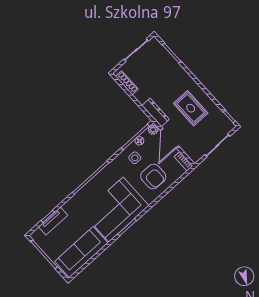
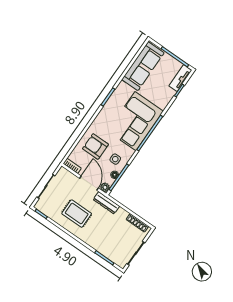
corner sofa: (116, 209) -> (135, 121), moved, turned 180
tv unit: (53, 221) -> (180, 78), moved

